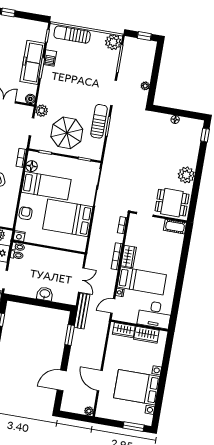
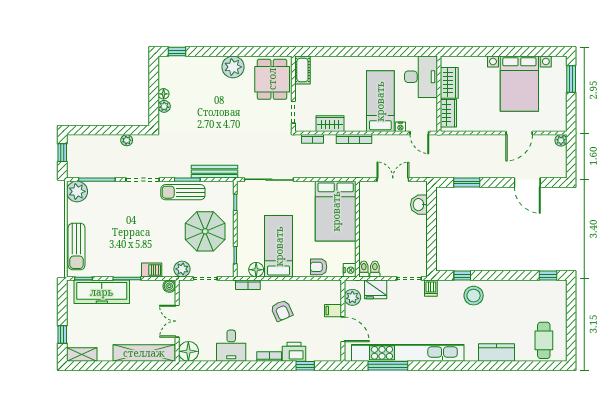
barbecue: (50, 58) -> (152, 270), moved
freezer: (32, 62) -> (102, 292), moved
plant: (166, 118) -> (164, 106), added
bed: (68, 218) -> (336, 211), moved
wardrobe: (129, 256) -> (330, 124), moved
washbasin: (45, 294) -> (419, 205), moved
bench: (82, 311) -> (215, 172), moved

